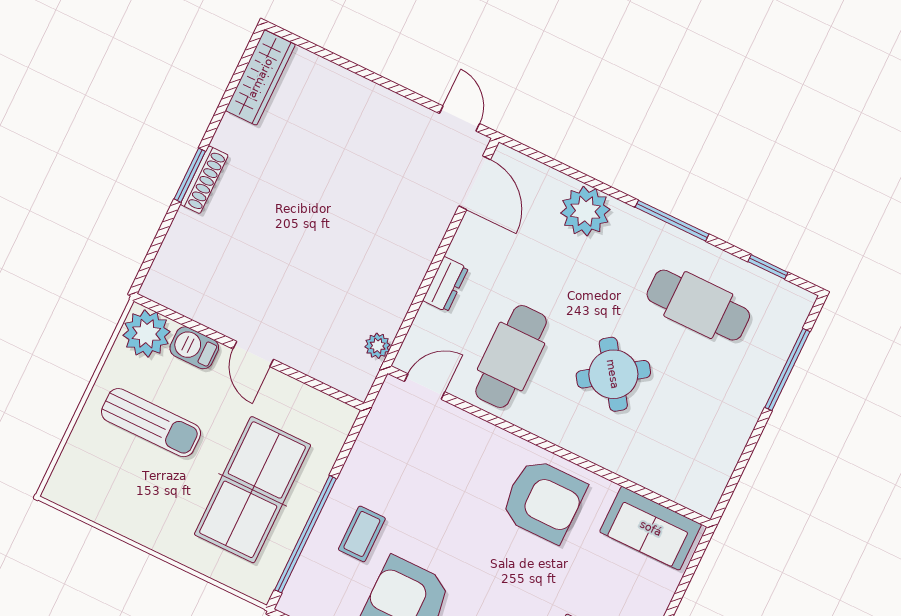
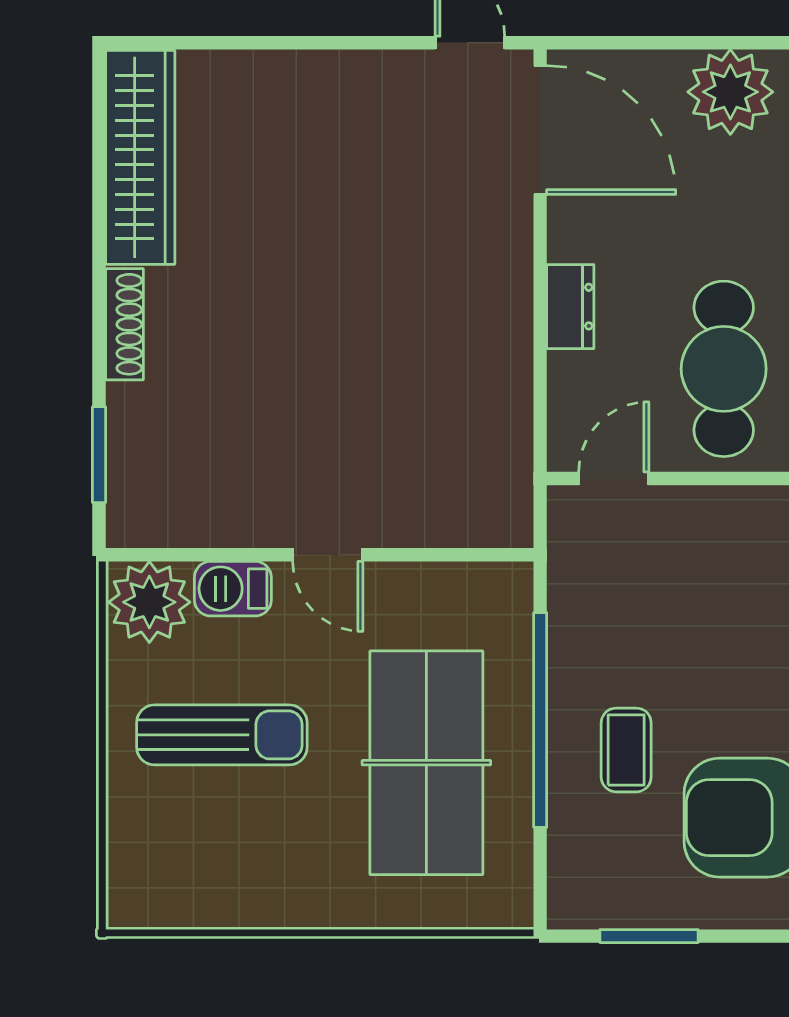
wardrobe: (260, 78) -> (140, 157), width x1.40, depth x1.17
window: (190, 175) -> (99, 455), moved
door: (475, 183) -> (540, 130), width x1.36
plant: (378, 346) -> (512, 451), removed
window: (306, 534) -> (540, 720), moved

